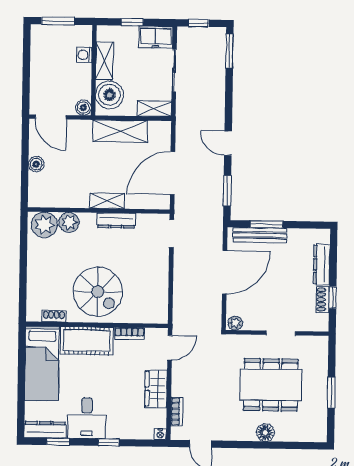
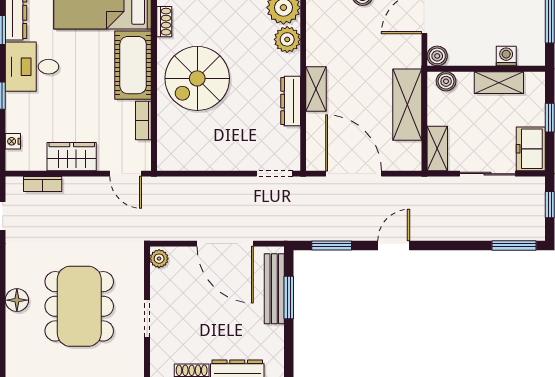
boiler: (109, 95) -> (446, 81), width x0.54, depth x0.54
nightstand: (160, 434) -> (13, 141), moved

